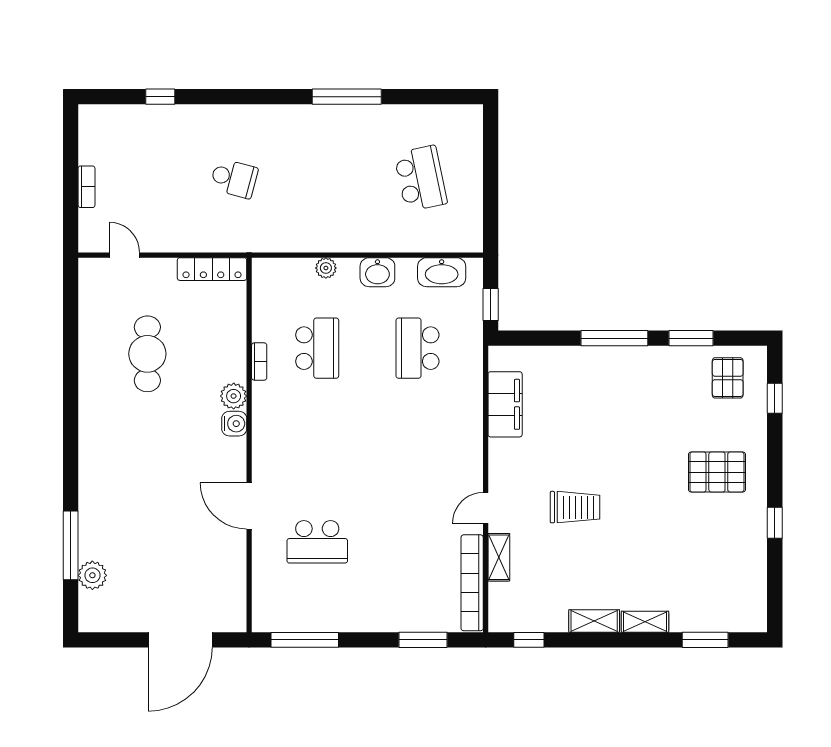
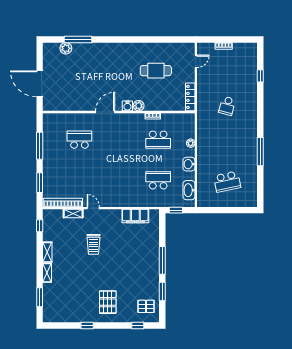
door: (249, 506) -> (105, 112), moved
school desk: (317, 542) -> (79, 140), turned 90
window: (305, 640) -> (40, 146), moved

